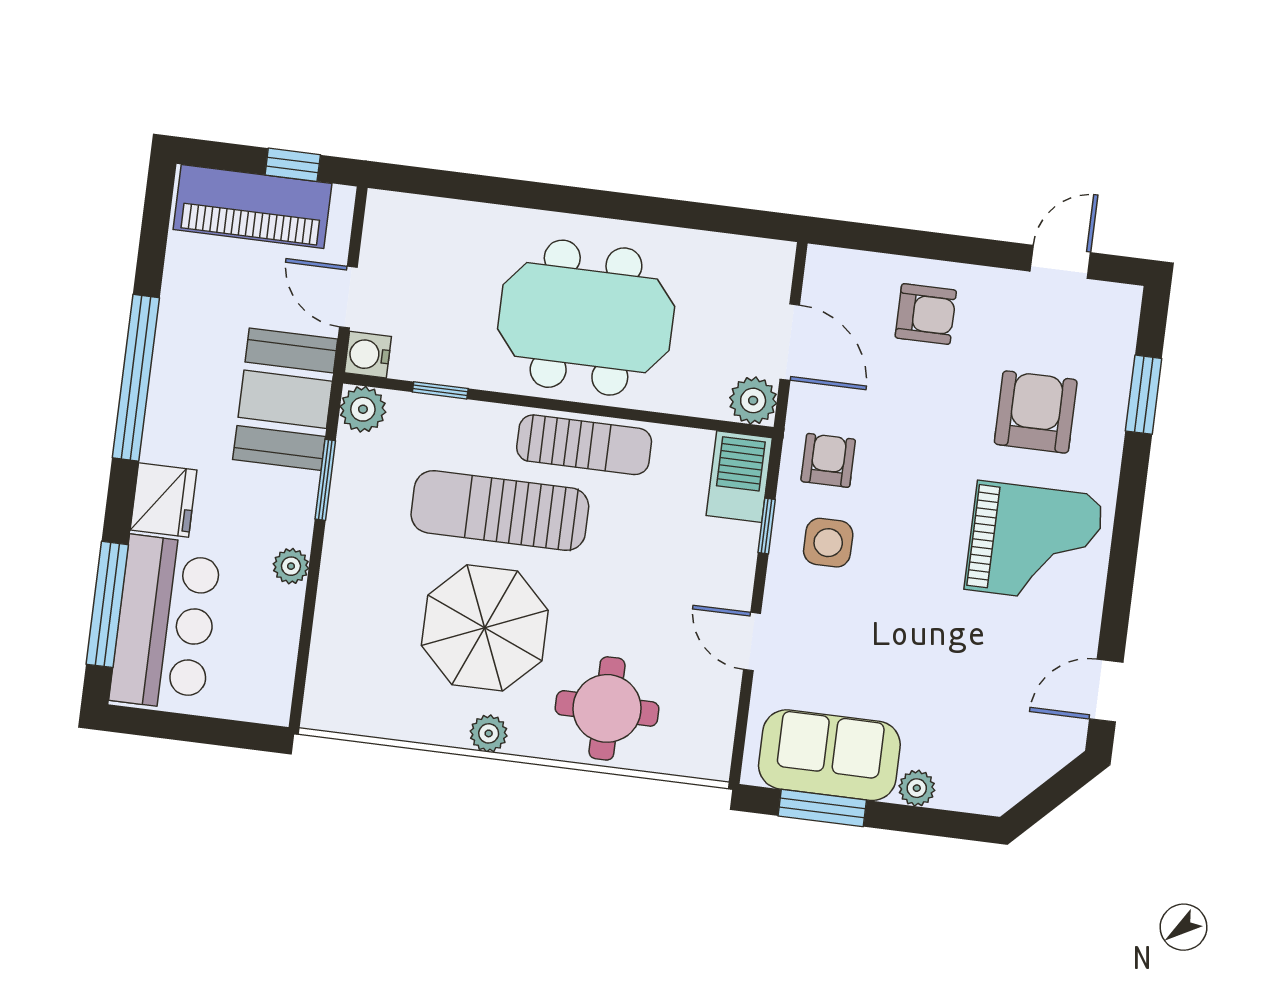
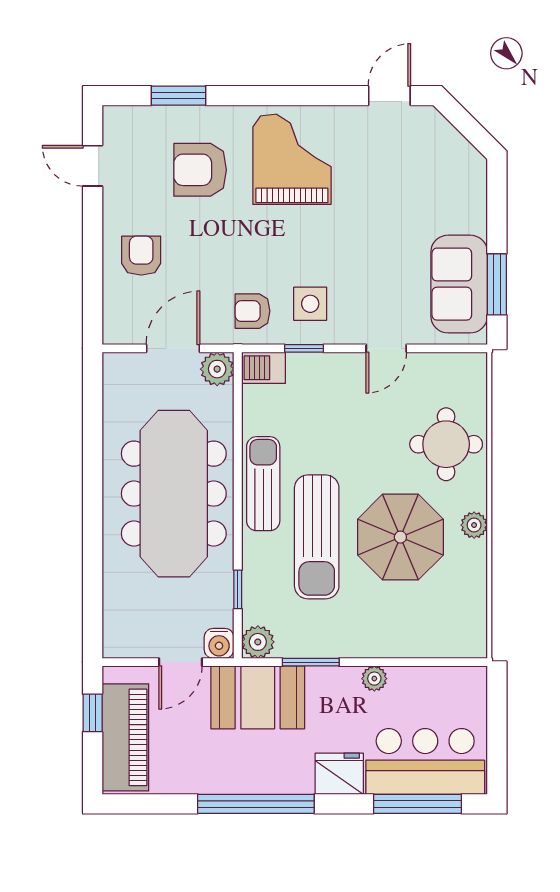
meeting table: (586, 318) -> (174, 494), width x1.36
barbecue: (739, 477) -> (263, 368), width x0.73, depth x0.79
door: (1106, 691) -> (389, 96), swing flipped
plant: (917, 788) -> (475, 220), removed

